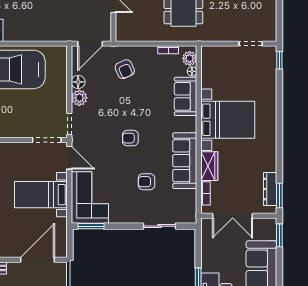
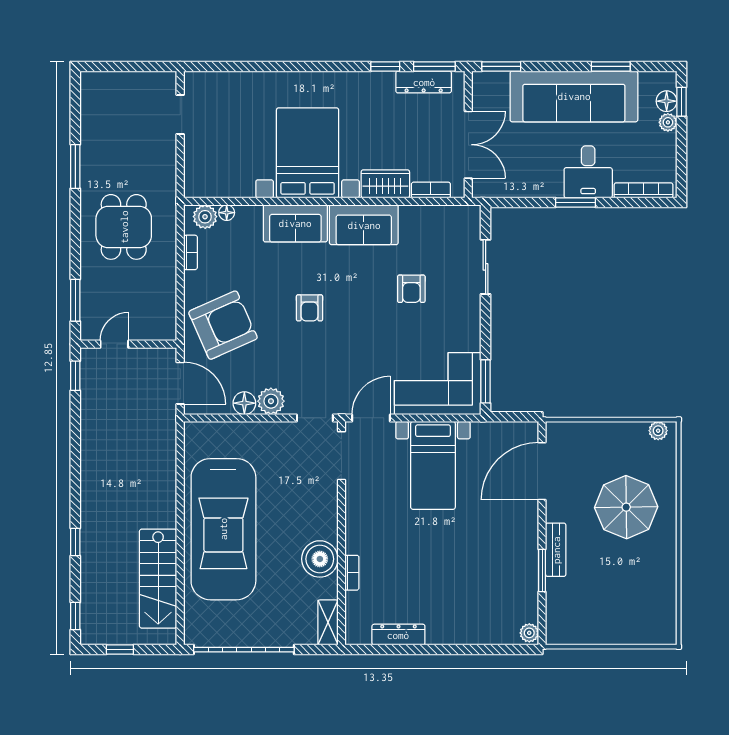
window: (279, 60) -> (385, 66), moved
armchair: (125, 69) -> (223, 325), width x1.88, depth x1.88
sofa: (186, 96) -> (295, 223), moved
armchair: (130, 138) -> (309, 308), moved
sofa: (185, 161) -> (364, 225), width x0.73
door: (38, 260) -> (542, 471), hinge flipped

